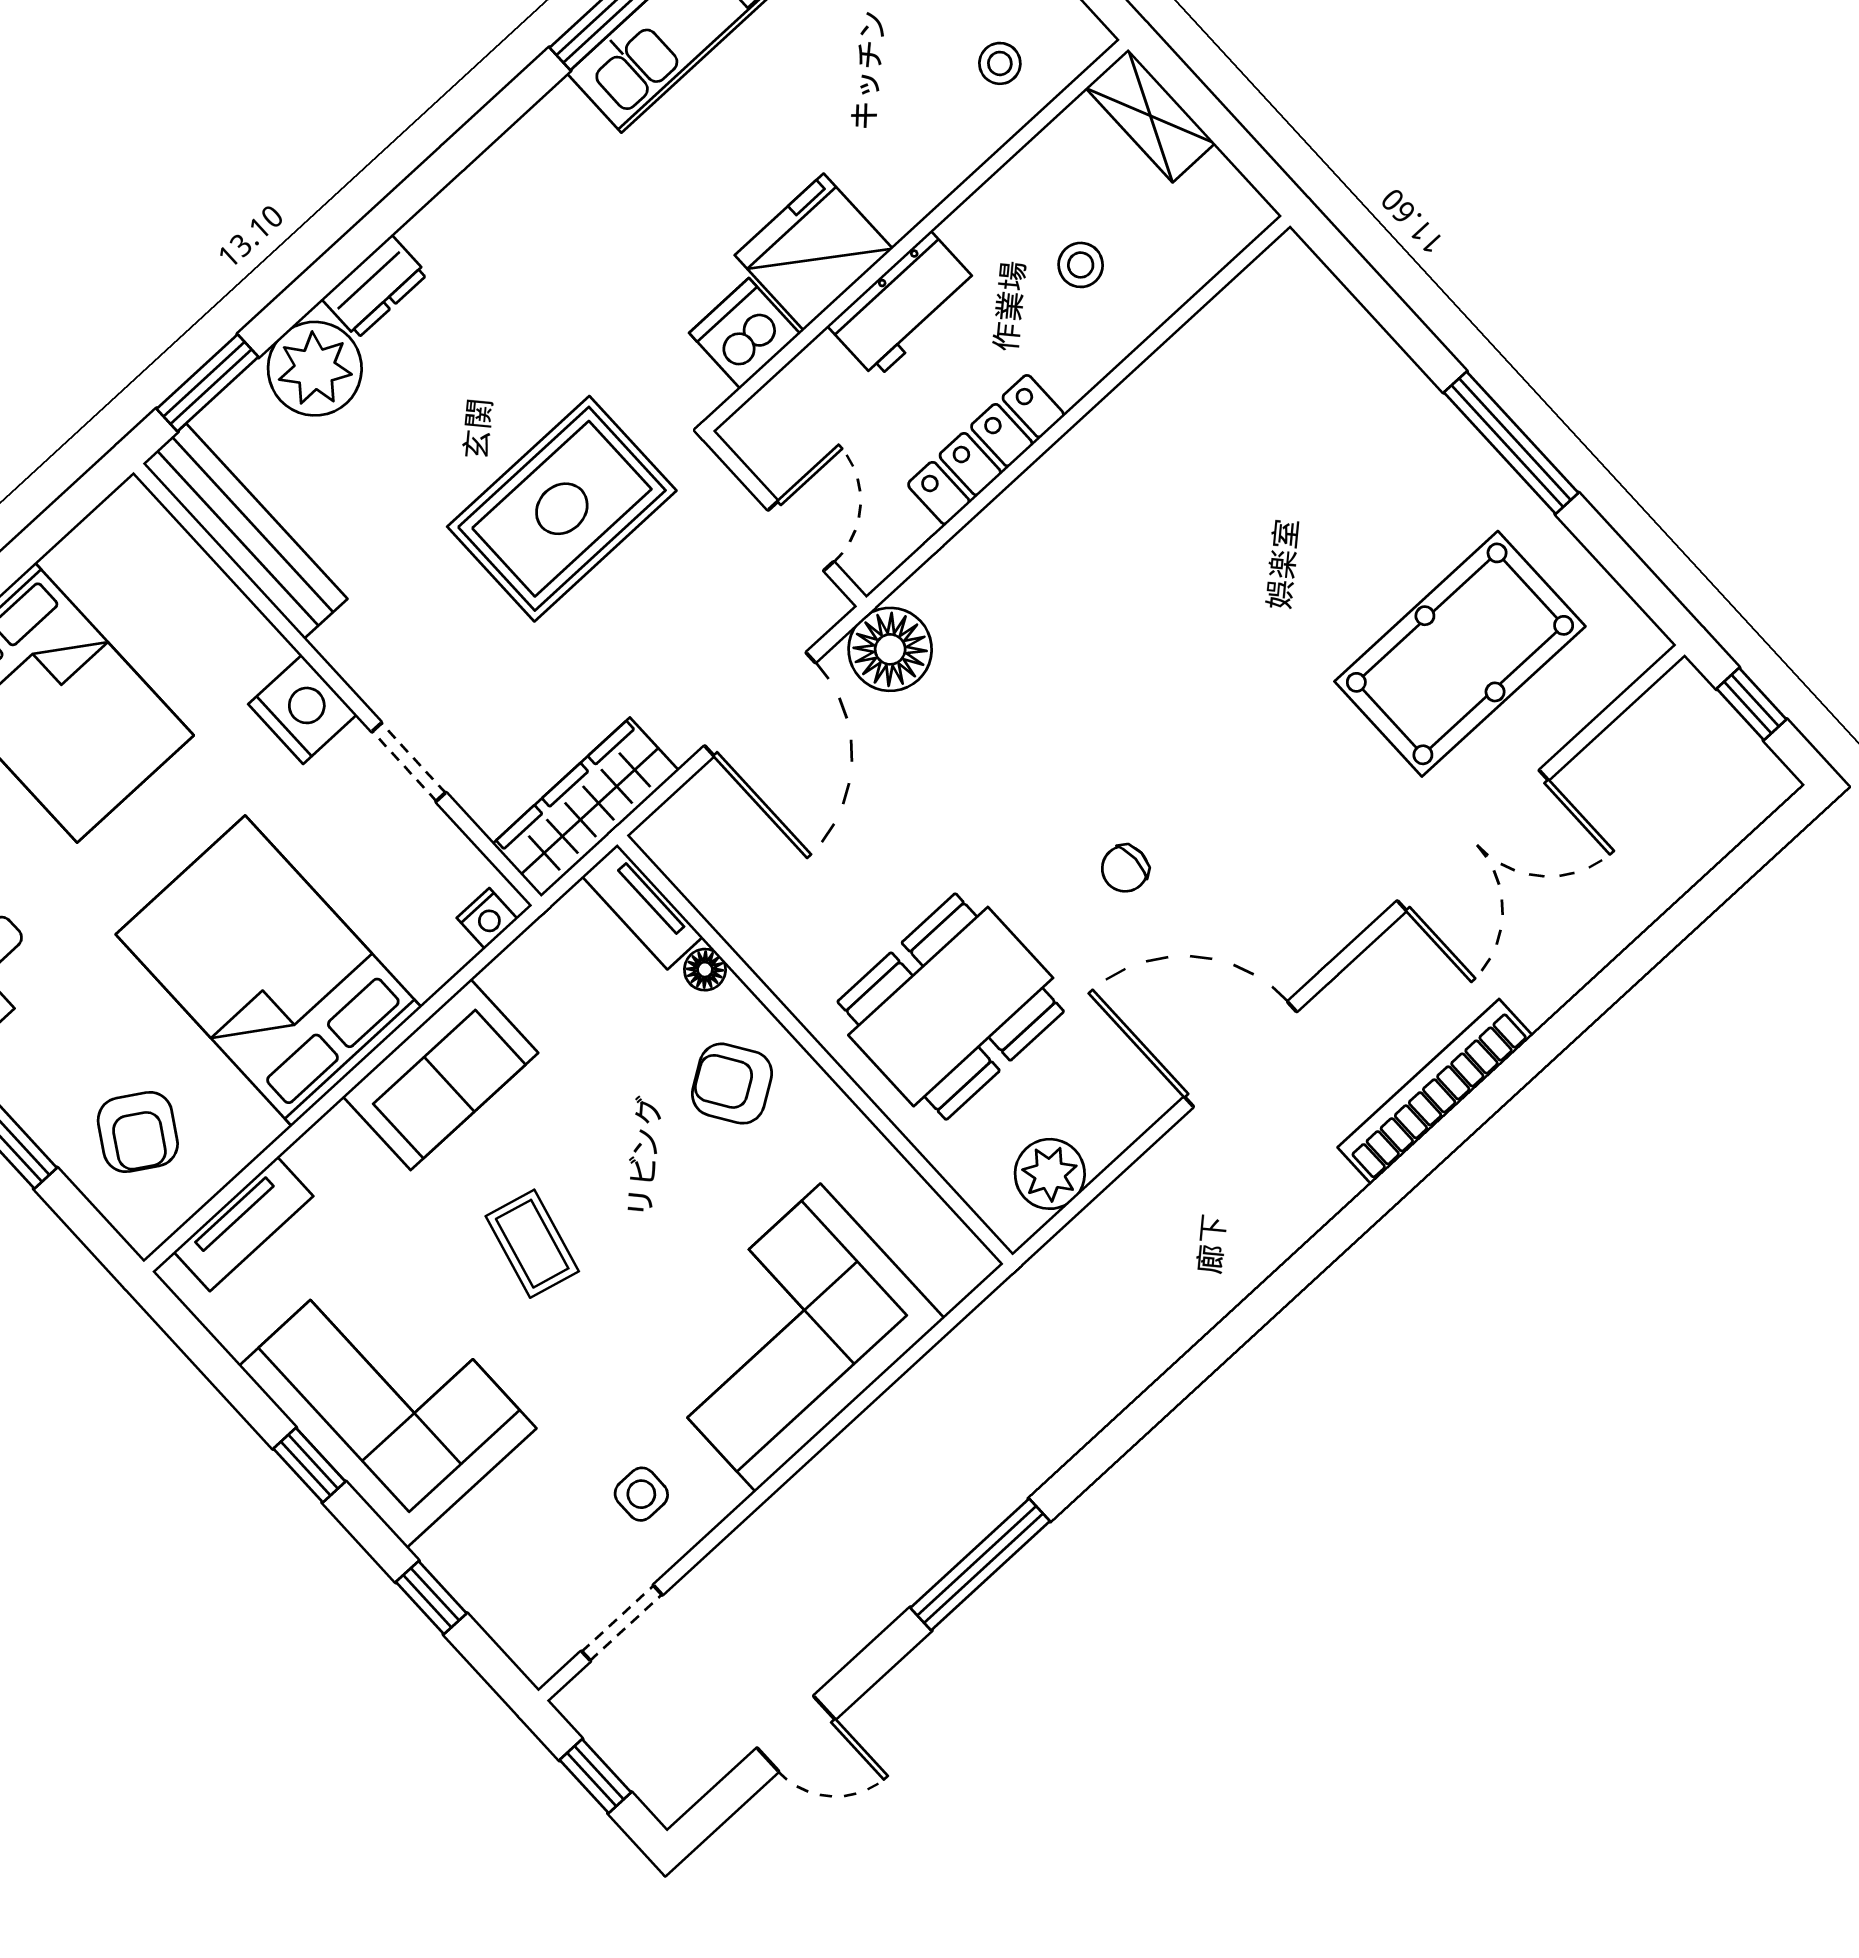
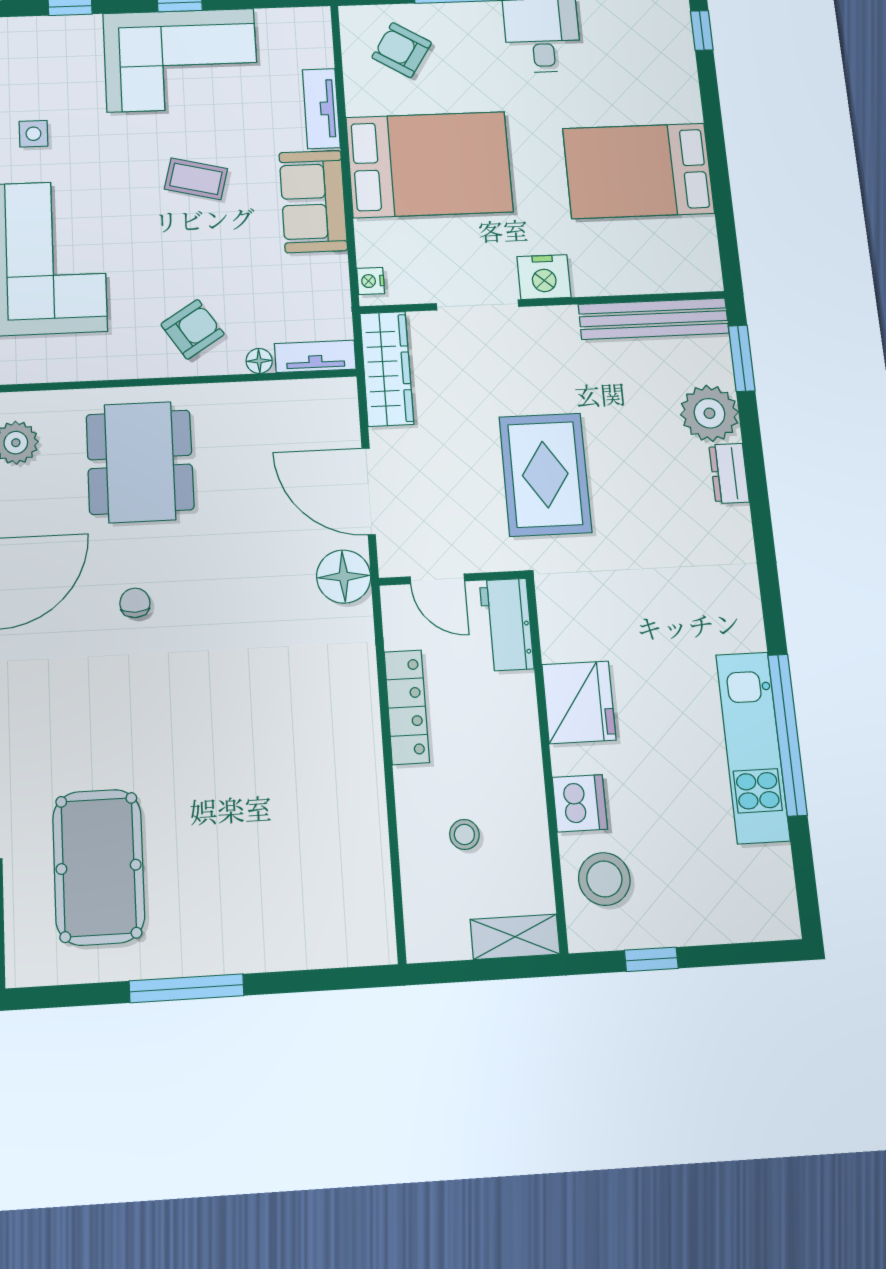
stool: (1000, 63) -> (604, 879), width x1.89, depth x1.89
workbench: (903, 305) -> (507, 625), moved
dishwasher: (745, 333) -> (580, 803), moved
doorway: (409, 762) -> (478, 305), width x1.38
tv unit: (244, 1224) -> (321, 109), moved

